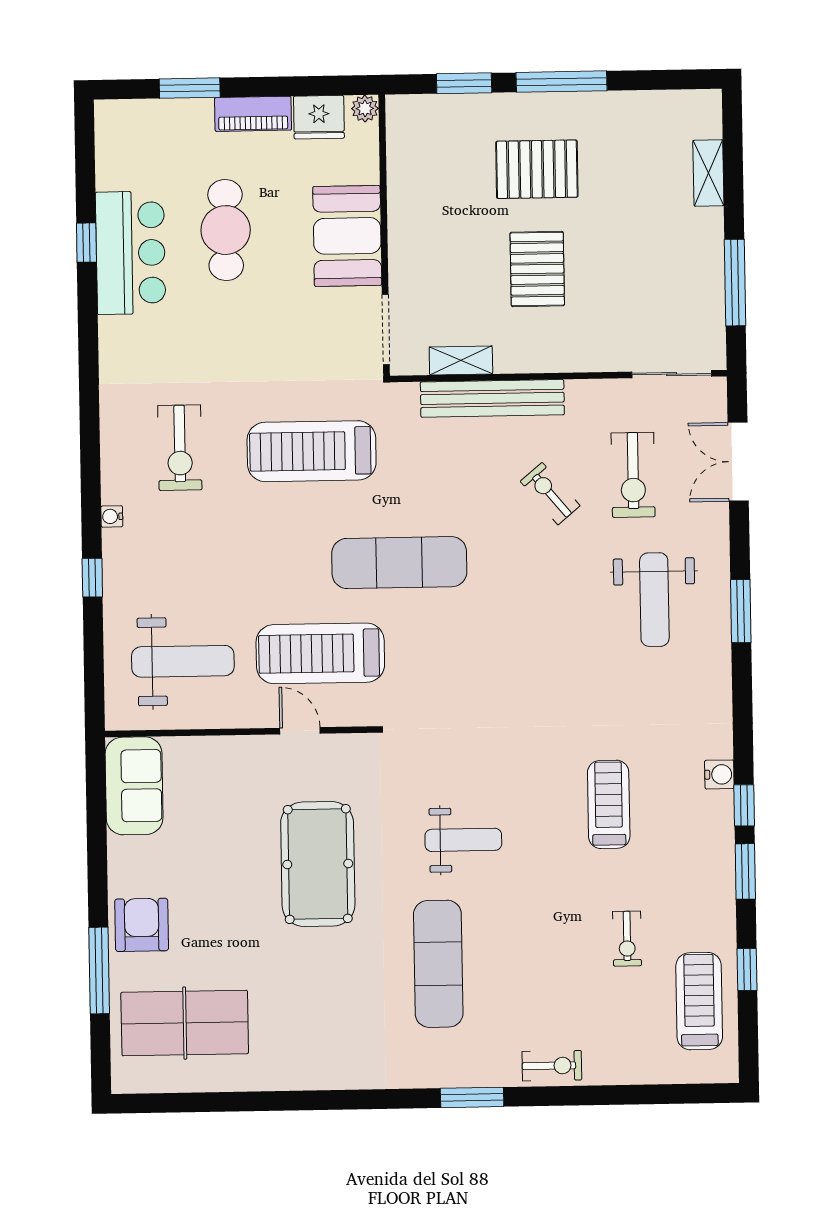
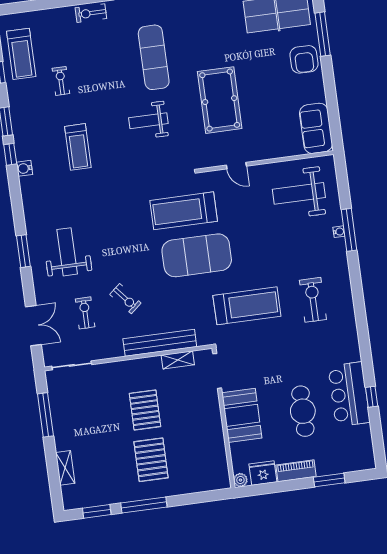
window: (464, 83) -> (97, 511), moved
pallet: (537, 169) -> (151, 460), turned 90
exercise bike: (633, 475) -> (85, 313), width x0.73, depth x0.72
water cooler: (112, 516) -> (339, 232), moved
exercise mat: (399, 563) -> (197, 255), width x1.47
window: (92, 578) -> (349, 230), width x2.17
treadmill: (320, 653) -> (184, 211), moved, turned 180

